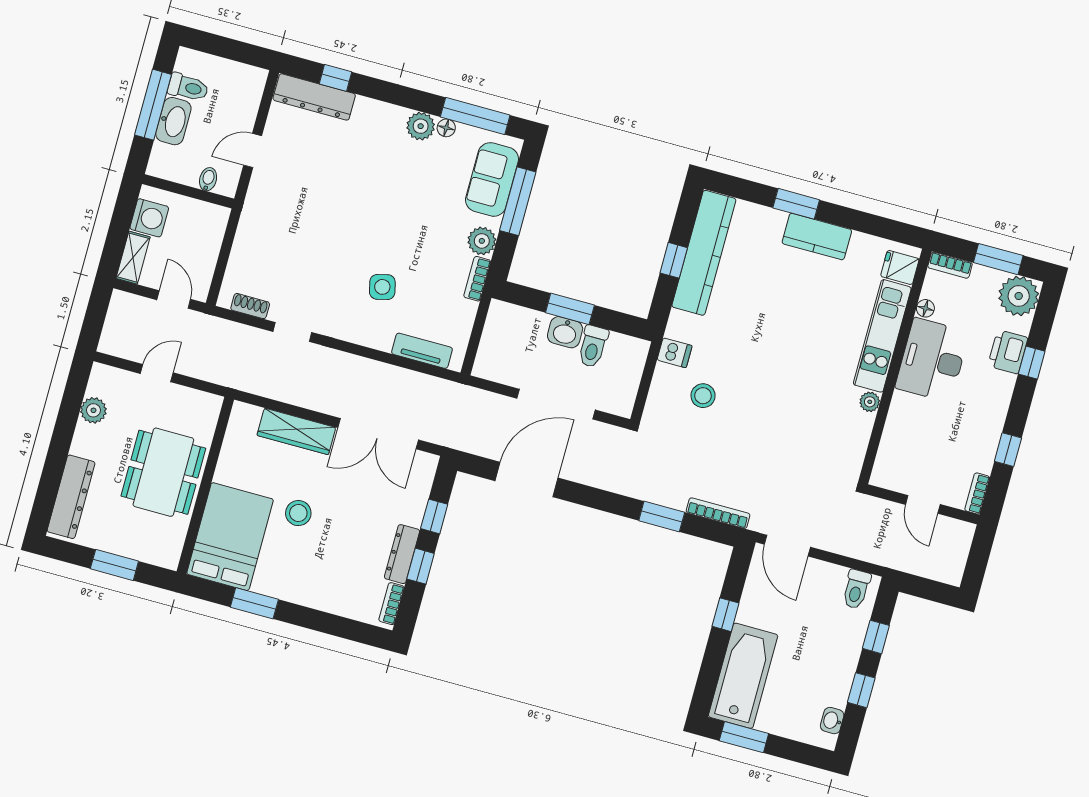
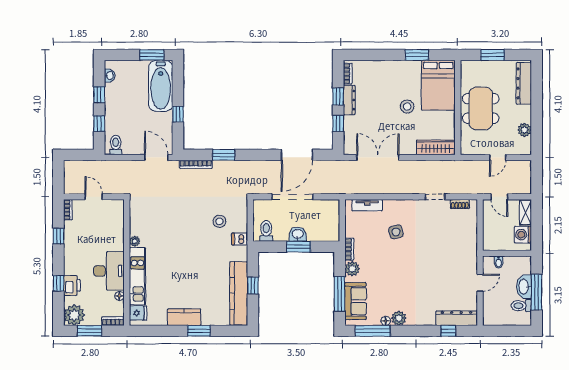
toilet: (593, 346) -> (266, 231), moved
wardrobe: (296, 431) -> (436, 147), moved

